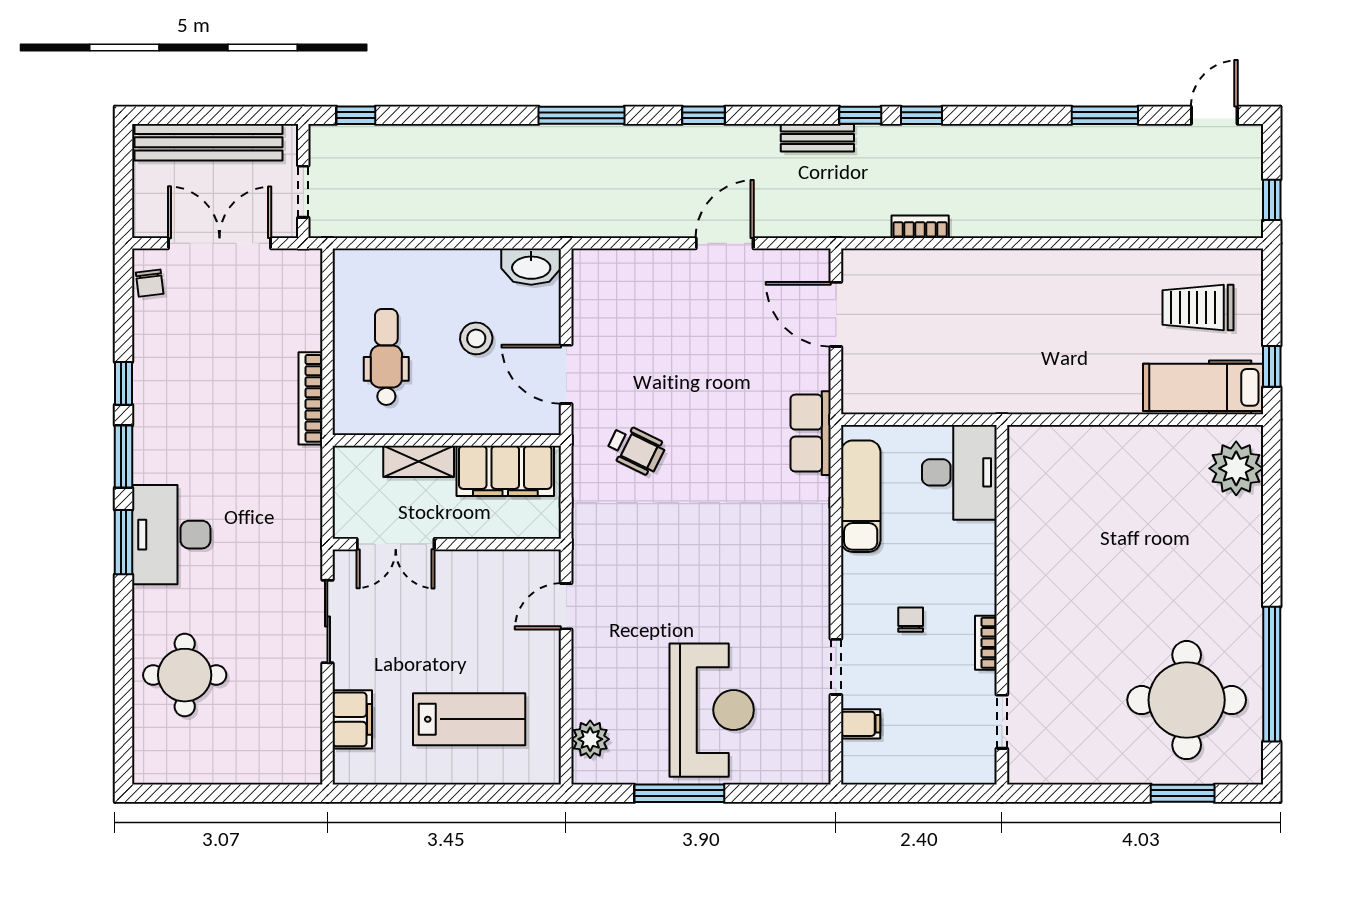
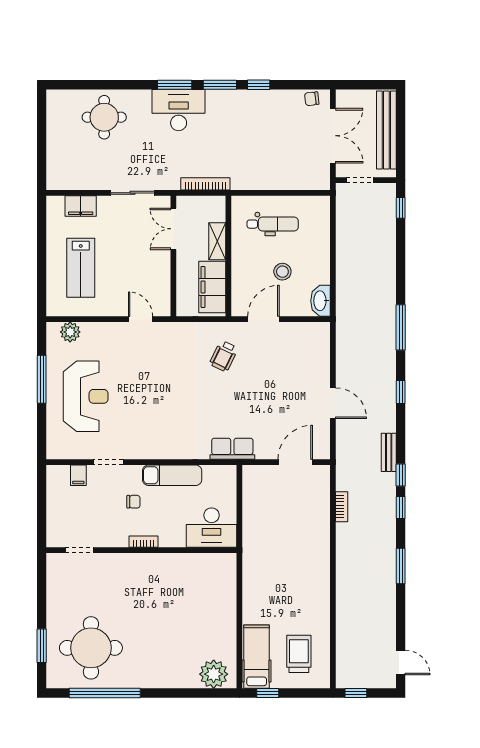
window: (1105, 115) -> (401, 566), moved
bookcase: (310, 398) -> (205, 184), moved
exam couch: (861, 496) -> (172, 475), moved
bookcase: (986, 643) -> (144, 542), moved
reception desk: (712, 710) -> (86, 396), turned -90

